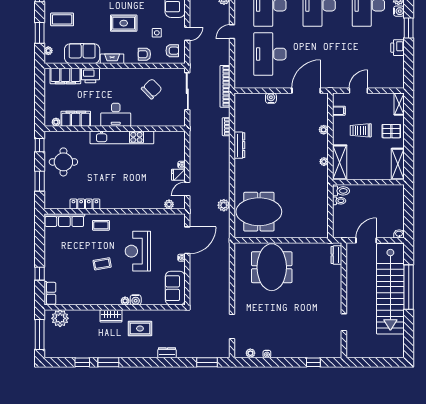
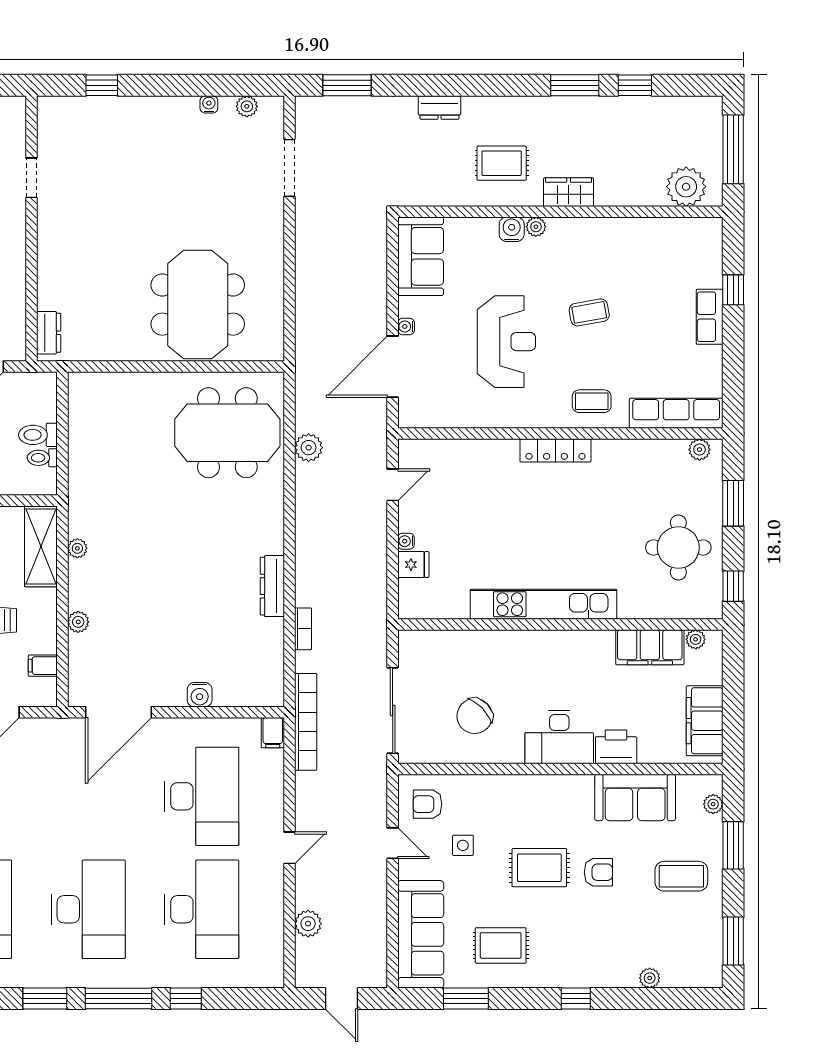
door: (187, 34) -> (393, 843), swing flipped
armchair: (144, 54) -> (598, 872), moved
fireplace: (112, 59) -> (566, 786), removed
filing cabinet: (65, 76) -> (705, 721), moved, turned -90
filing cabinet: (239, 82) -> (273, 733), added
desk: (116, 115) -> (559, 737), moved, turned 180
fridge: (178, 175) -> (413, 565), moved
toilet: (341, 191) -> (38, 435), moved
locker: (85, 204) -> (555, 450), moved
plant: (169, 204) -> (699, 450), moved
row of seats: (50, 293) -> (710, 317), moved

